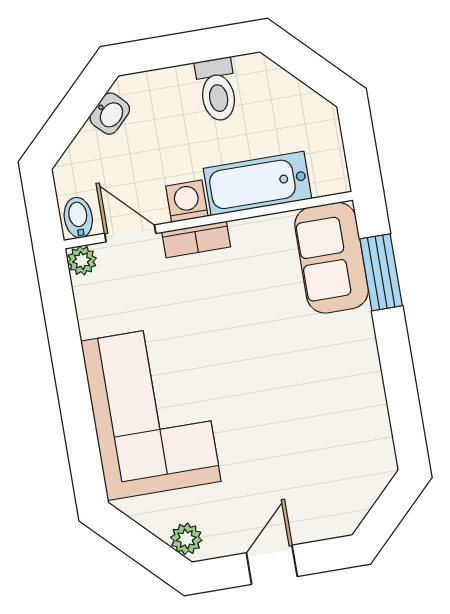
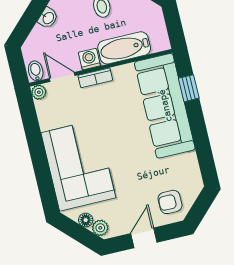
sofa: (332, 258) -> (165, 106), width x1.85, depth x1.27
window: (381, 272) -> (189, 88), width x0.67
armchair: (329, 497) -> (170, 202), added
floor lamp: (158, 521) -> (86, 220), added

